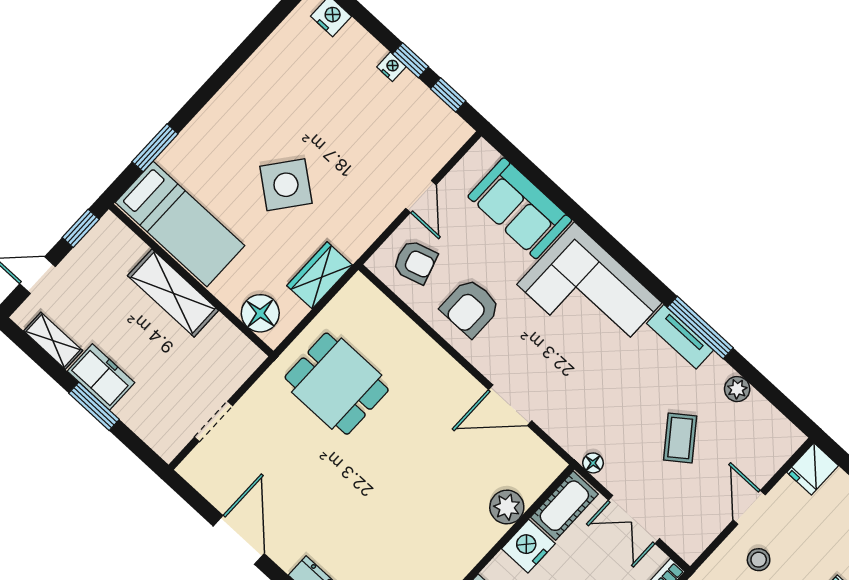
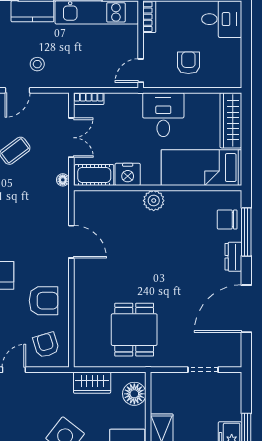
plant: (507, 507) -> (154, 201), moved
door: (239, 540) -> (246, 309), width x1.36

